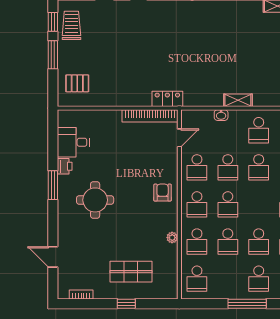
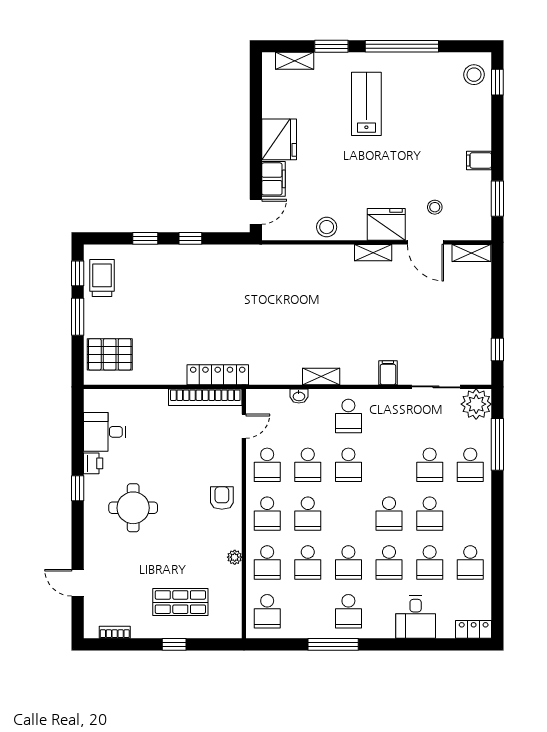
pallet: (77, 83) -> (110, 354), width x1.50, depth x1.42
locker: (167, 99) -> (218, 375), width x1.53
window: (53, 185) -> (78, 488), width x0.67

